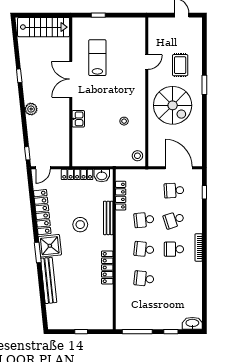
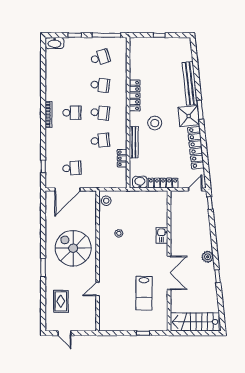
rug: (180, 65) -> (61, 301), moved
plant: (31, 109) -> (208, 257), moved
door: (179, 168) -> (68, 189), hinge flipped
locker: (121, 196) -> (122, 158), width x0.66
school desk: (174, 220) -> (100, 57), moved
stool: (80, 225) -> (155, 123), moved

